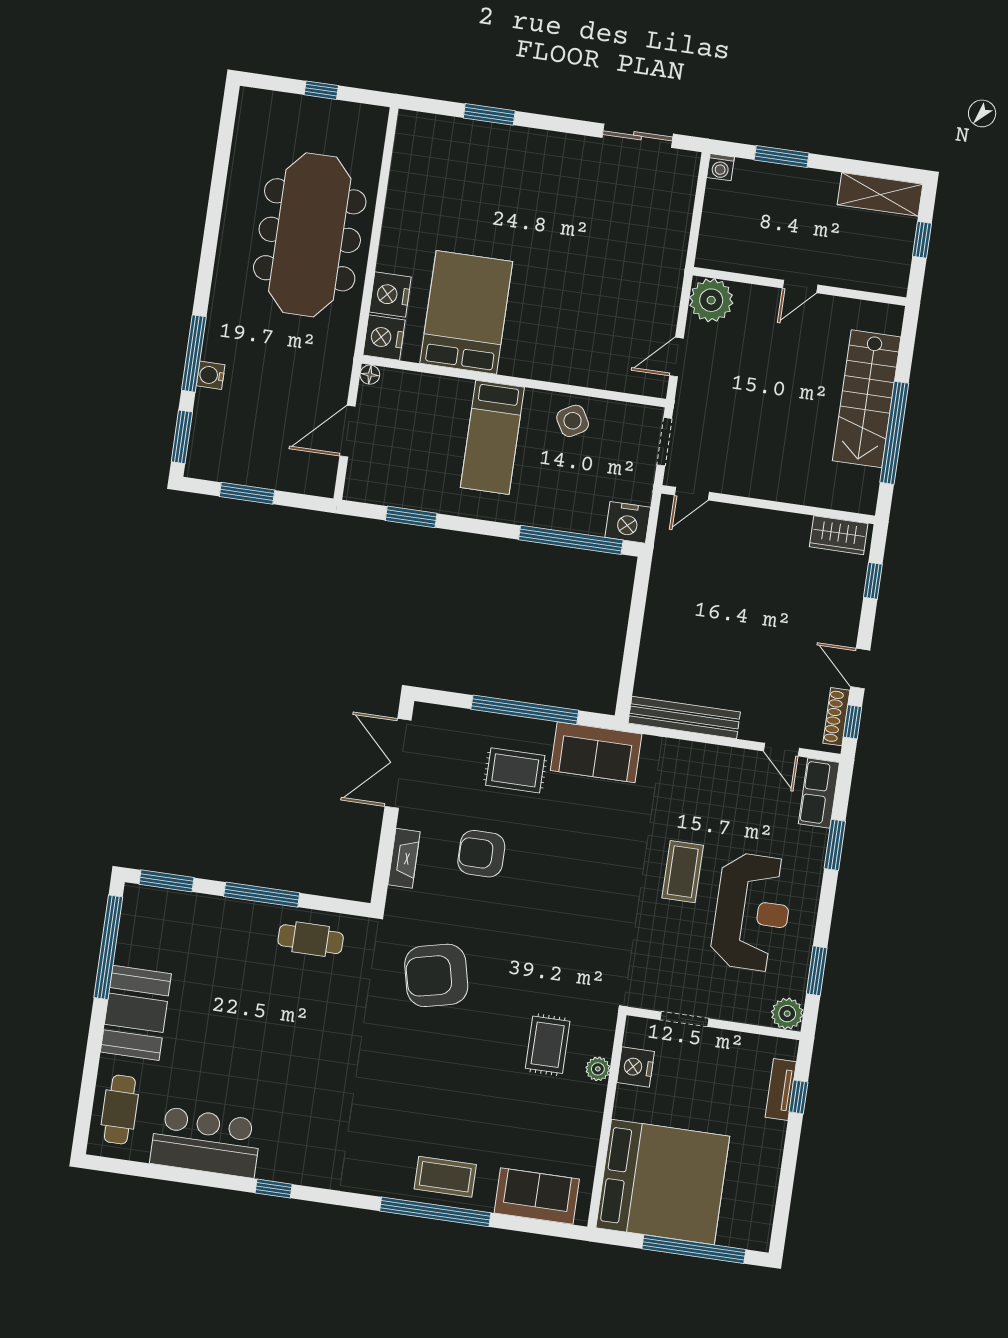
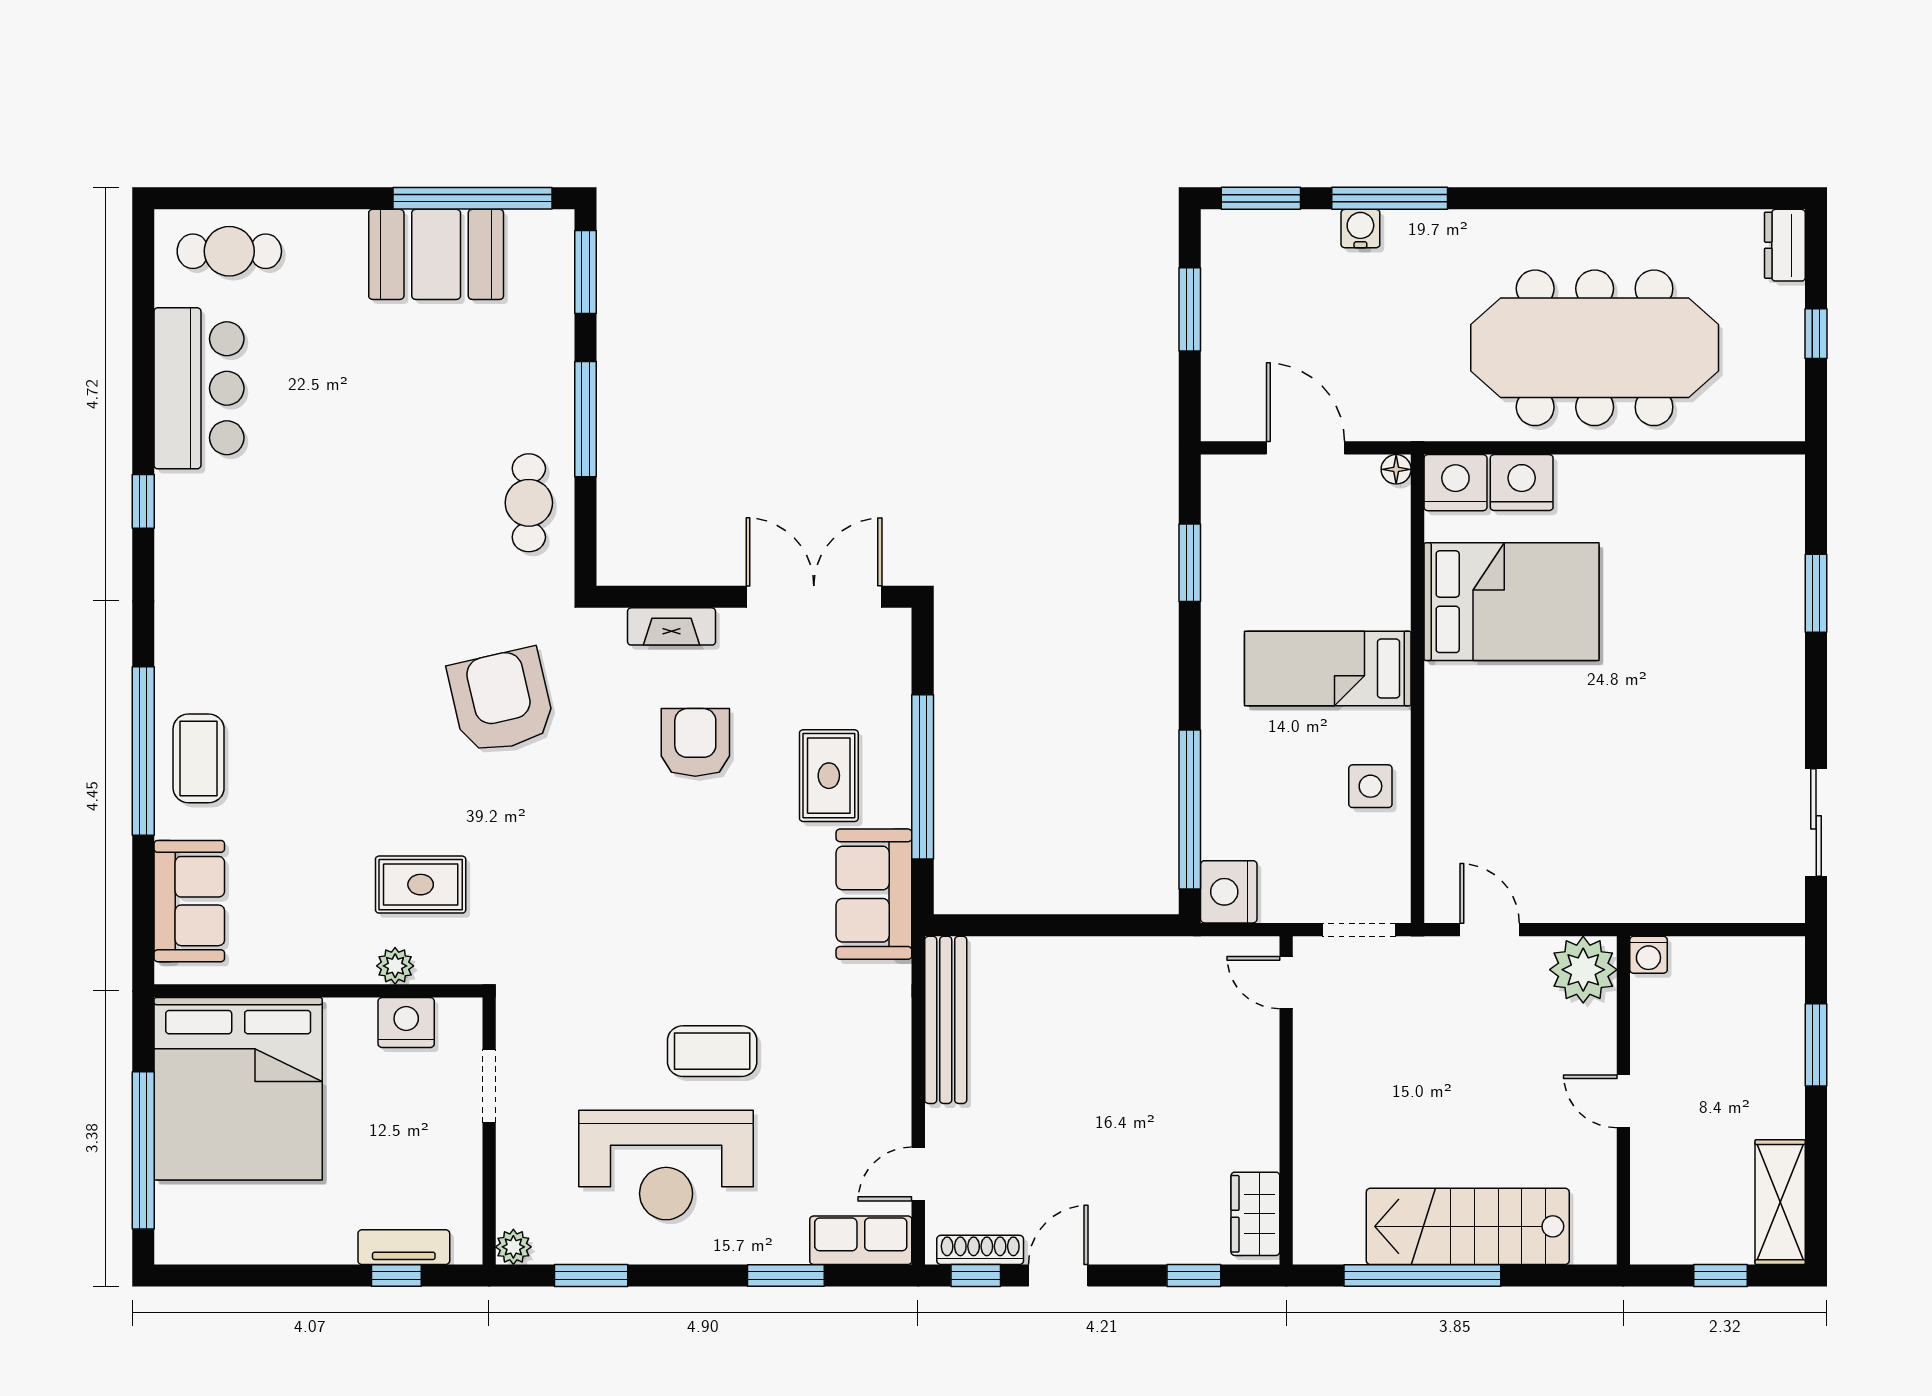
dresser: (261, 102) -> (1785, 245), added
washing machine: (720, 167) -> (1648, 955), moved, turned -90
side table: (573, 421) -> (1370, 786), turned 30
booth: (136, 1013) -> (436, 254), moved
plant: (787, 1014) -> (513, 1247), width x0.73, depth x0.73

